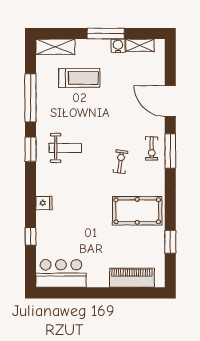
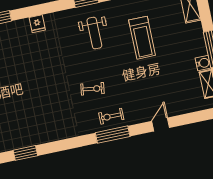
treadmill: (79, 78) -> (142, 38), moved
door: (170, 101) -> (161, 124), width x0.53
pool table: (137, 211) -> (49, 115), removed

